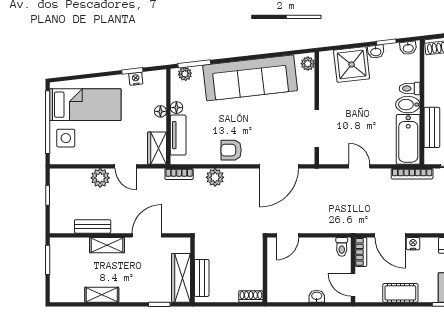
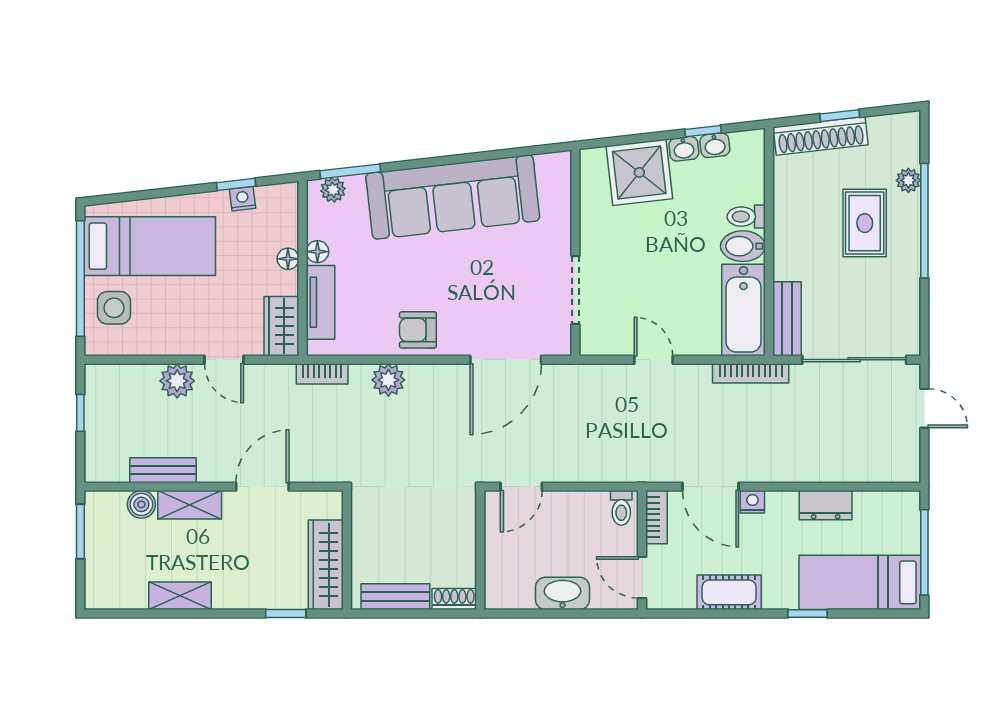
washbasin: (408, 48) -> (715, 145), moved
plant: (308, 64) -> (559, 171), removed
bench: (432, 127) -> (787, 319), moved
boiler: (81, 245) -> (141, 504), added
bench: (202, 278) -> (395, 597), moved, turned 90
washbasin: (317, 296) -> (563, 593), width x1.91, depth x1.45

